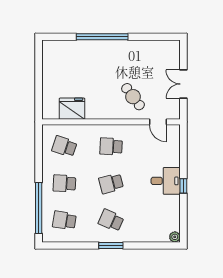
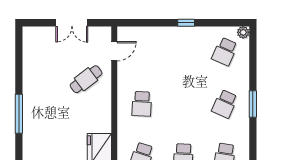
window: (102, 37) -> (19, 114), width x0.68
desk: (166, 181) -> (180, 43), removed
school desk: (111, 183) -> (225, 52), moved, turned 39

